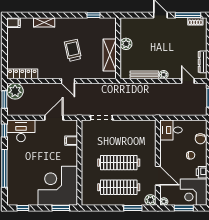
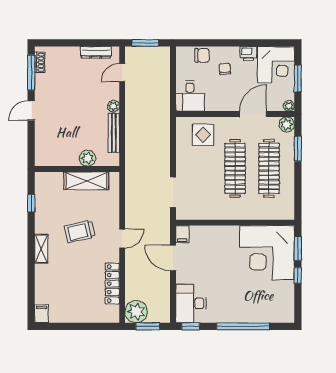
shelving: (44, 22) -> (41, 249), moved
plant: (126, 44) -> (88, 158), moved
locker: (22, 74) -> (112, 284), moved
display table: (143, 139) -> (203, 135), added
filing cabinet: (71, 141) -> (182, 234), moved
window: (23, 208) -> (298, 275), moved

